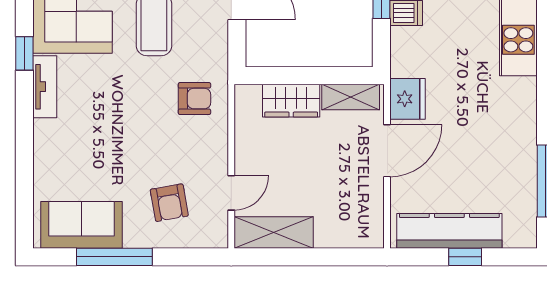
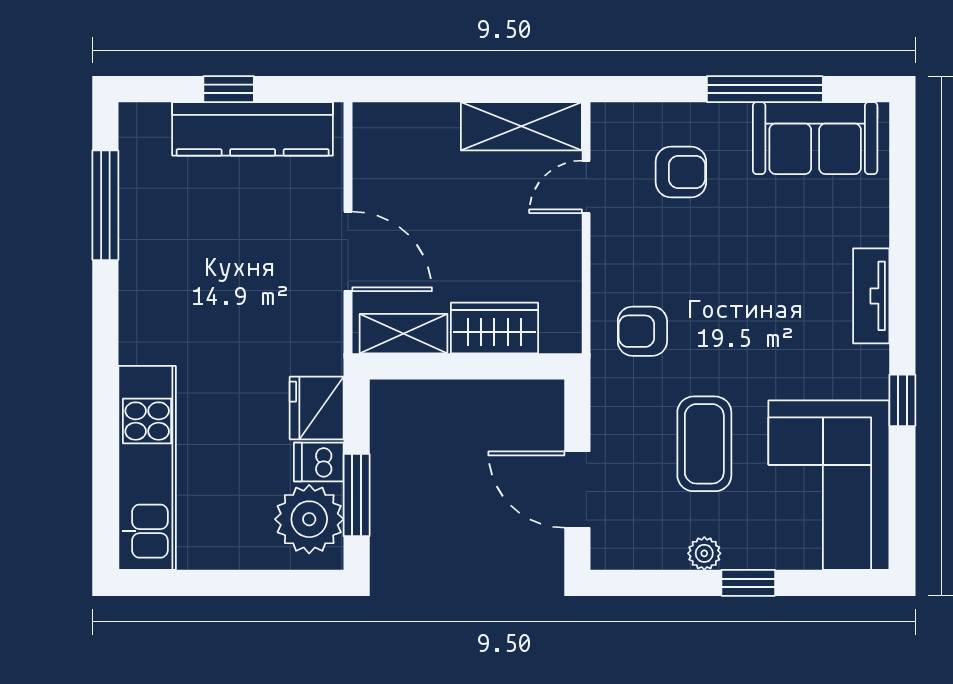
tv unit: (45, 87) -> (871, 296), moved
fridge: (407, 99) -> (317, 408), moved
door: (387, 151) -> (348, 251), swing flipped
armchair: (169, 203) -> (681, 172), turned 100

